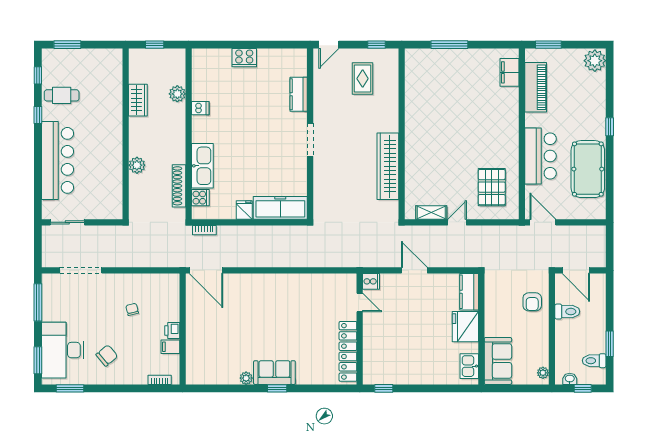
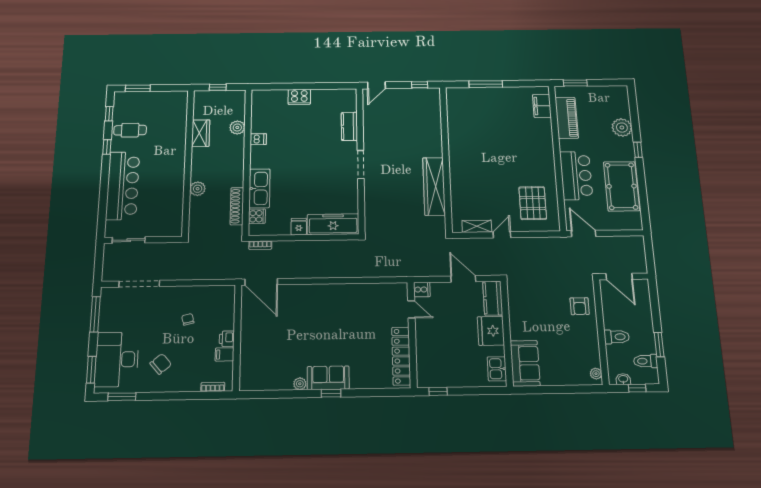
plant: (595, 61) -> (622, 128), moved
rug: (363, 79) -> (408, 113), removed
kitchen counter: (469, 292) -> (493, 298), moved
toilet: (567, 312) -> (617, 337), moved
fridge: (465, 327) -> (491, 331), moved
wall: (481, 329) -> (507, 333), moved
sofa: (498, 361) -> (525, 363), moved
kitchen sink: (469, 366) -> (497, 369), moved

